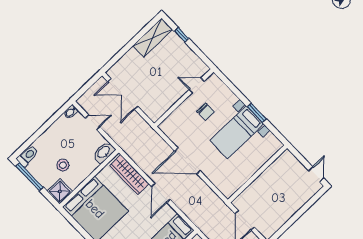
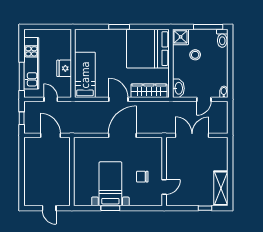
double door: (123, 94) -> (192, 135), moved
door: (316, 174) -> (49, 208), moved

